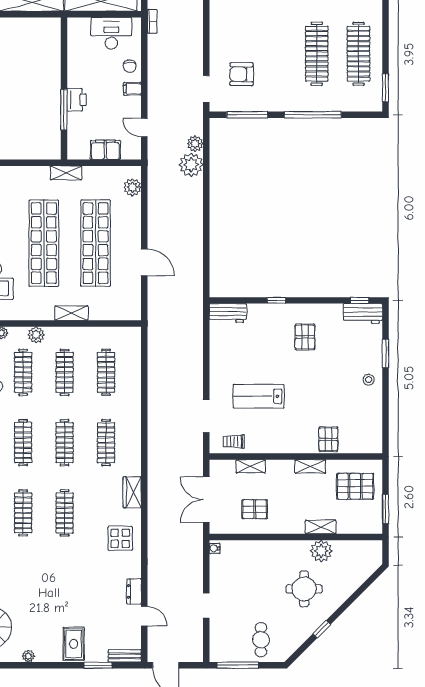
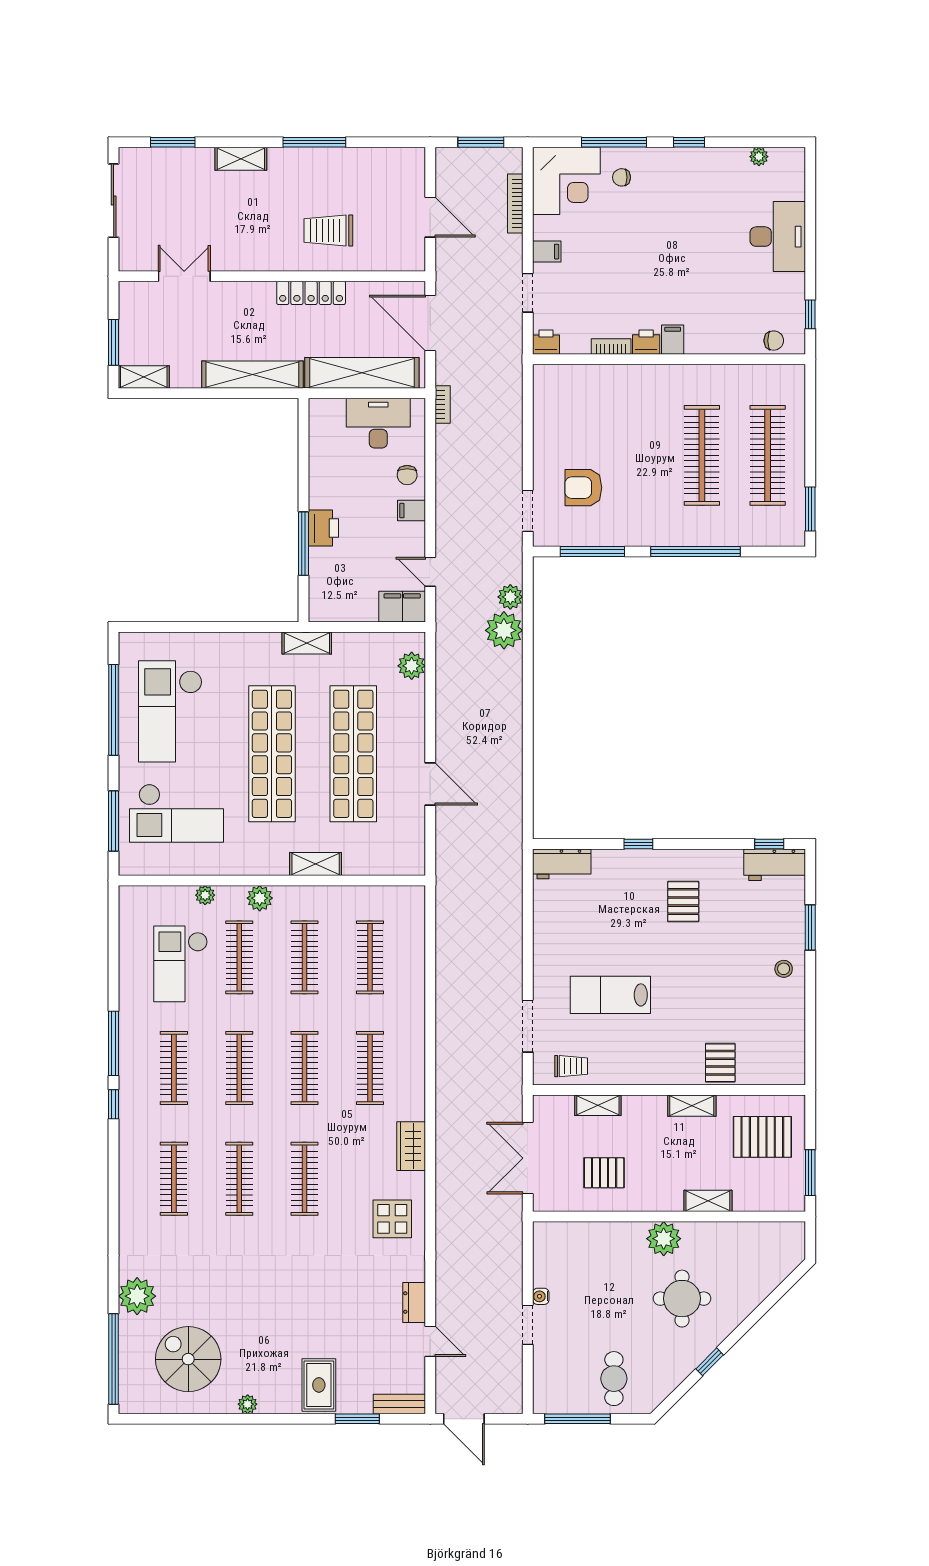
filing cabinet: (105, 150) -> (402, 607), moved
trolley: (234, 441) -> (571, 1066), turned 180
water cooler: (214, 548) -> (541, 1296), moved
plant: (321, 551) -> (664, 1239), moved

